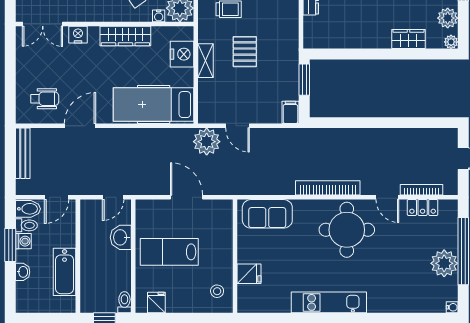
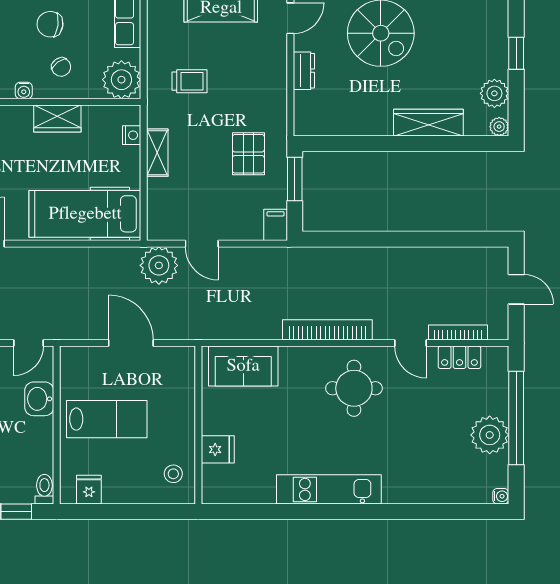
water cooler: (159, 16) -> (24, 91), moved
wardrobe: (125, 36) -> (57, 118), width x0.67
wardrobe: (409, 39) -> (428, 123), width x1.50
pallet: (245, 52) -> (248, 154), moved
nightstand: (182, 54) -> (132, 135), width x0.53, depth x0.56
round table: (347, 230) -> (354, 388), width x0.73, depth x0.73
lab bench: (169, 252) -> (107, 419), turned 180

